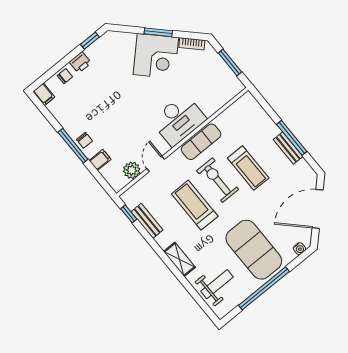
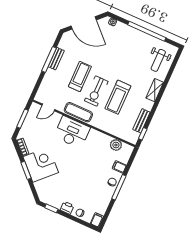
door: (156, 164) -> (48, 107), moved
exercise mat: (254, 250) -> (127, 49), removed
weight bench: (217, 284) -> (158, 60), turned -90

